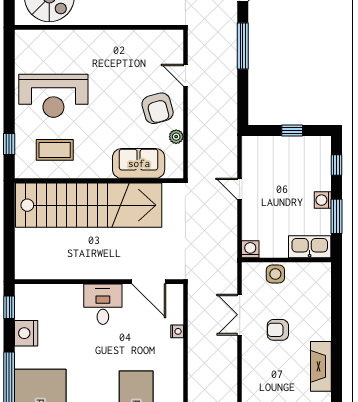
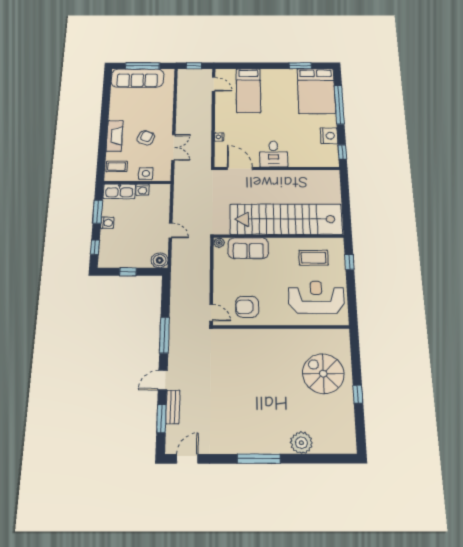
wall: (99, 27) -> (281, 327), moved
armchair: (158, 108) -> (247, 307), moved, turned -74
plant: (176, 137) -> (219, 243), moved
boiler: (252, 147) -> (160, 260), added
washing machine: (250, 249) -> (143, 190), moved
coffee table: (315, 285) -> (117, 167), added
armchair: (278, 330) -> (146, 138), turned -69
fireplace: (321, 366) -> (115, 136), moved

